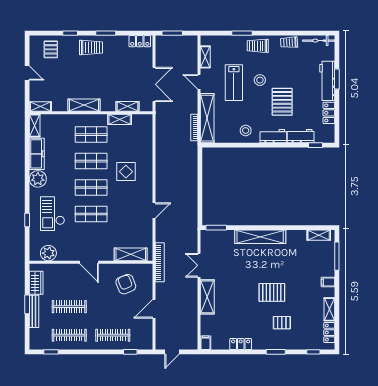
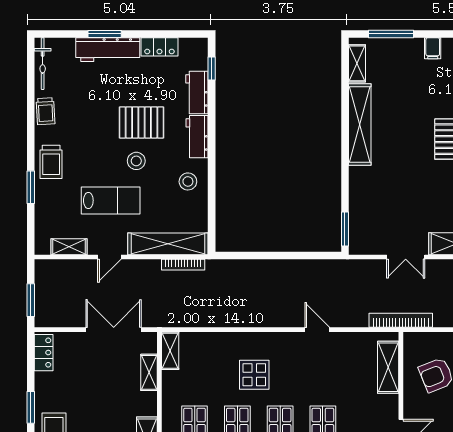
stool: (260, 80) -> (136, 161), moved
shelving: (120, 119) -> (170, 351), moved
shelving: (260, 237) -> (360, 125), moved

